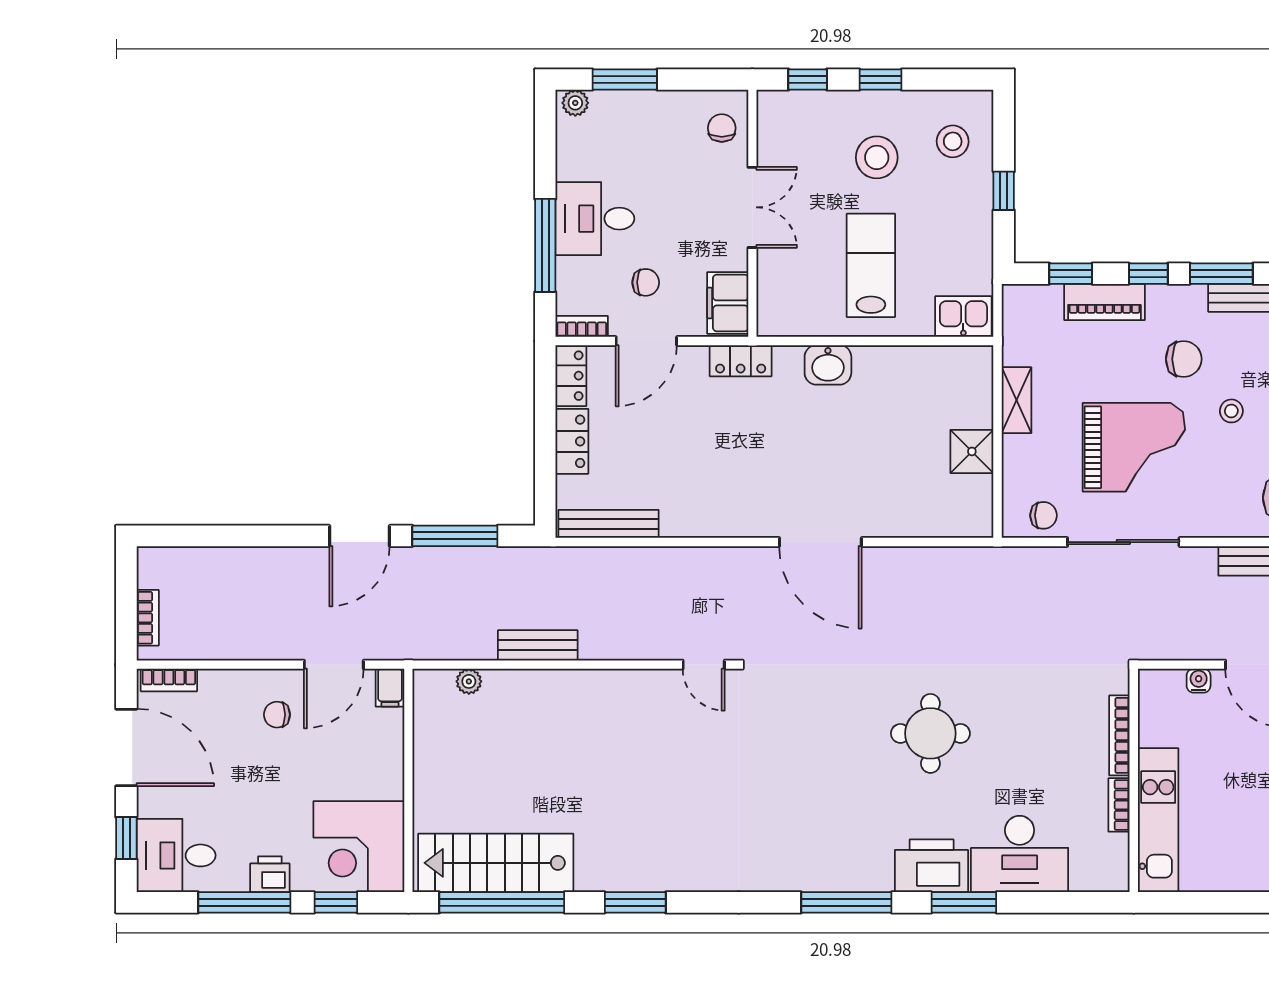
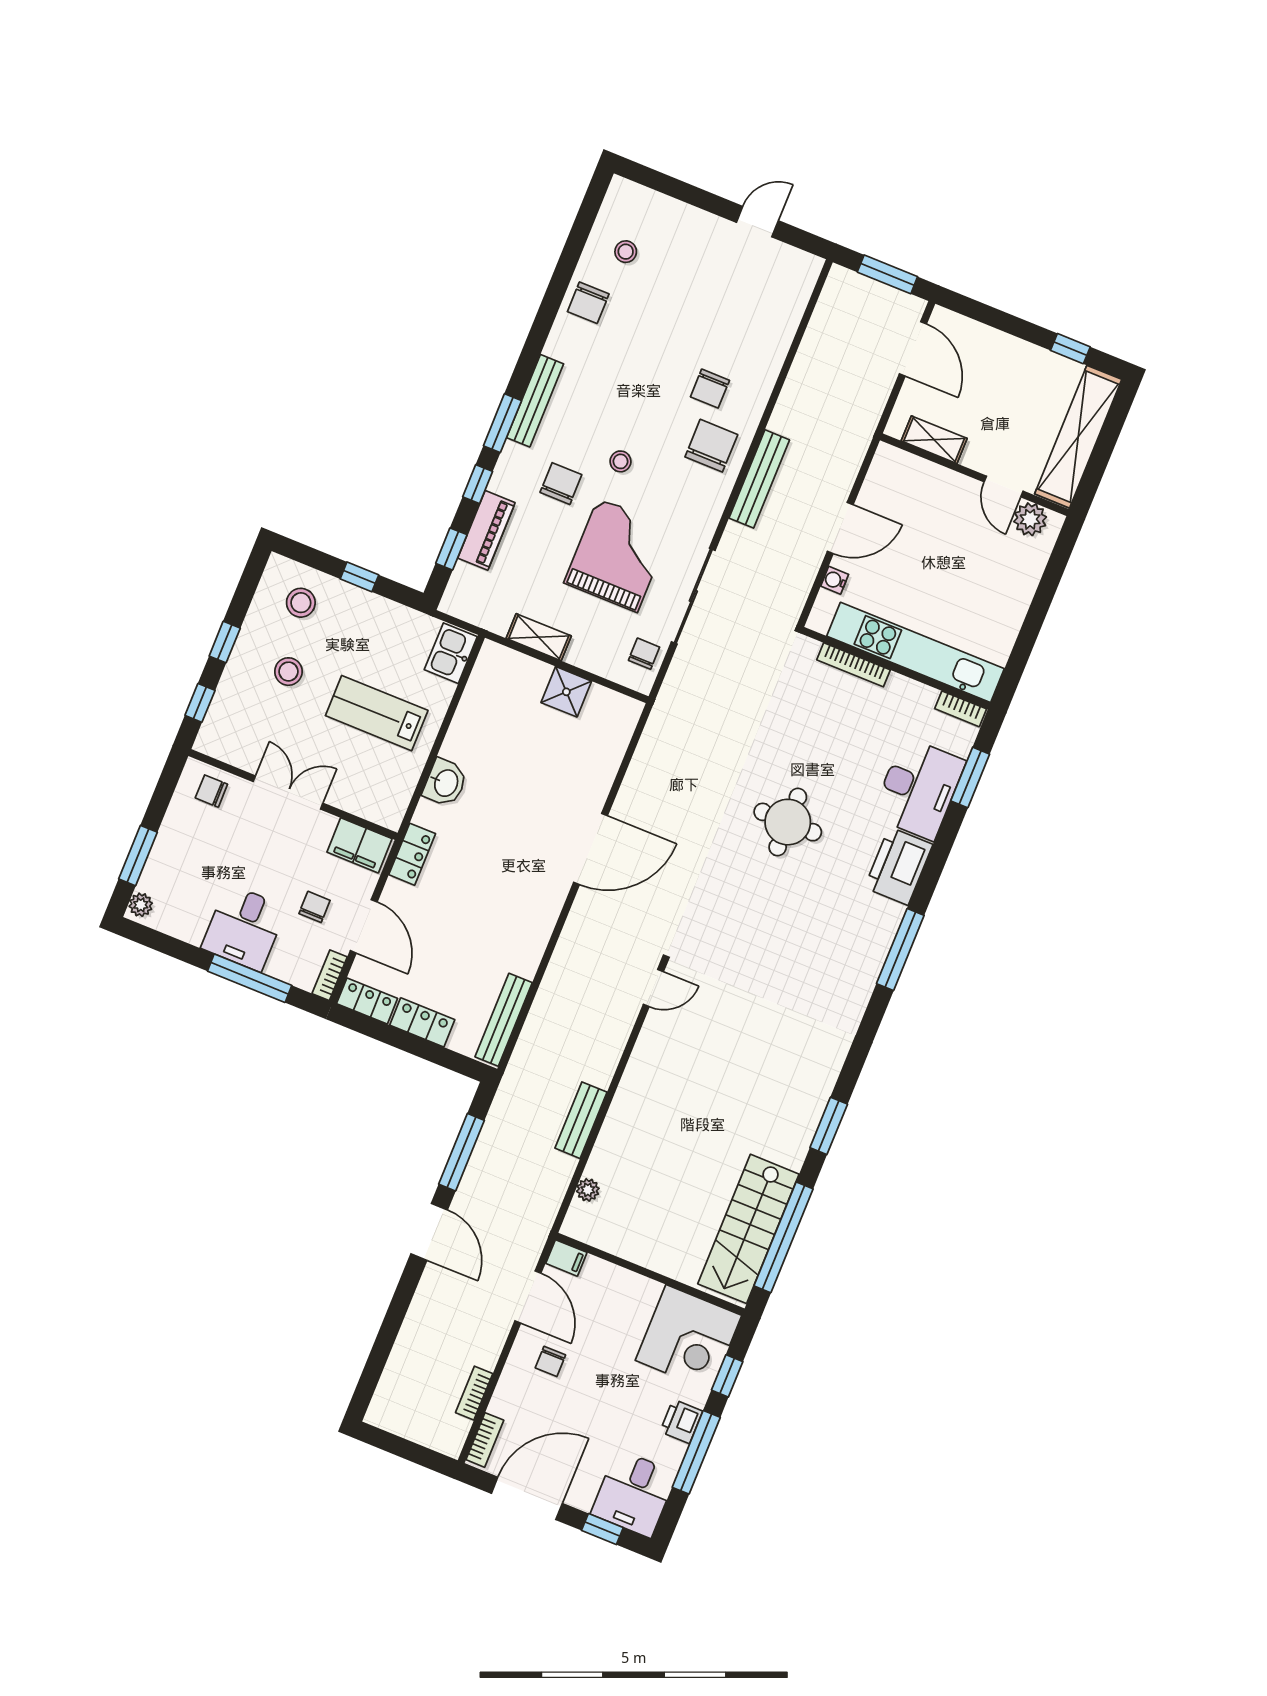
stool: (877, 157) -> (288, 672), width x0.73, depth x0.73
bookcase: (148, 618) -> (474, 1393), moved, turned -90
bookcase: (1119, 805) -> (961, 709), moved
kitchen unit: (1158, 820) -> (916, 652), width x1.36
window: (964, 902) -> (970, 777), moved

